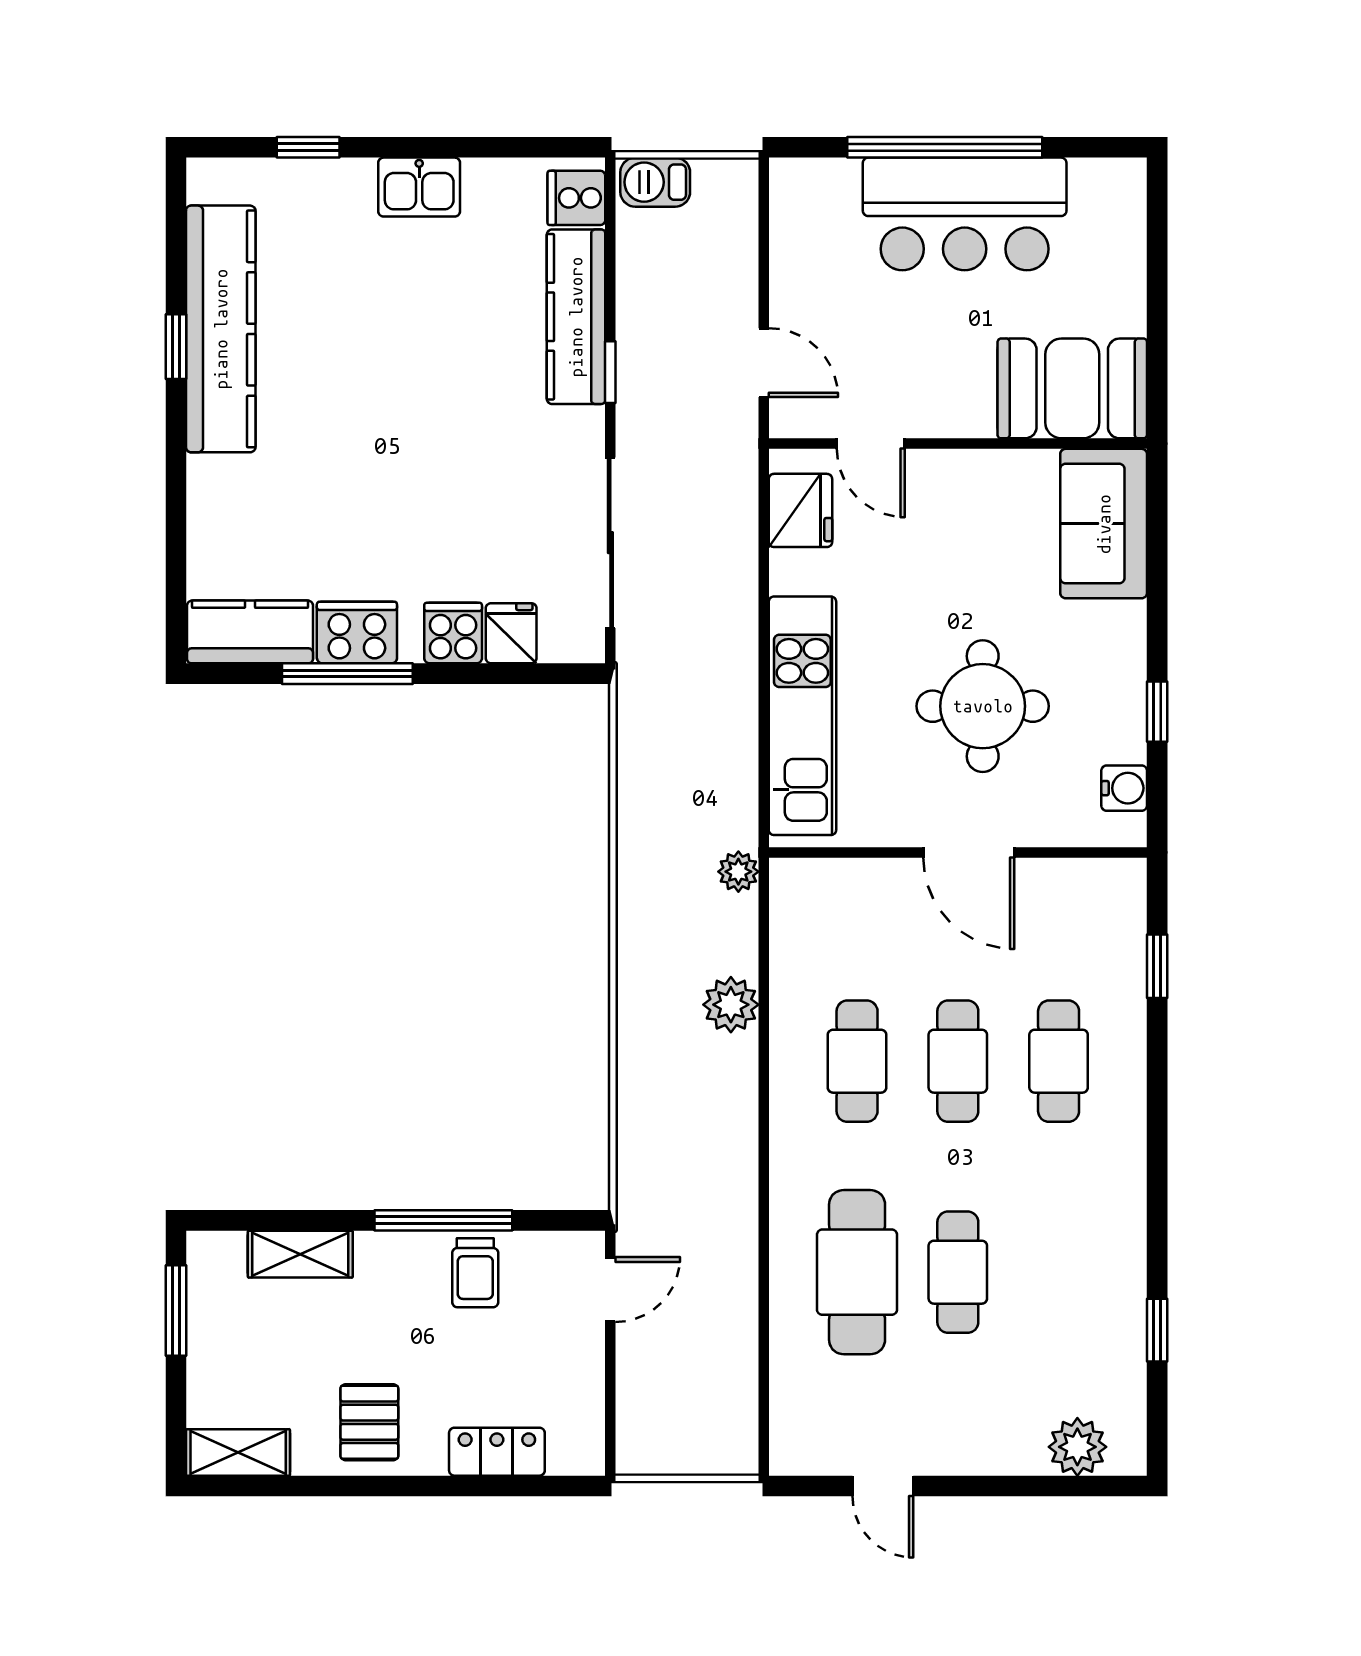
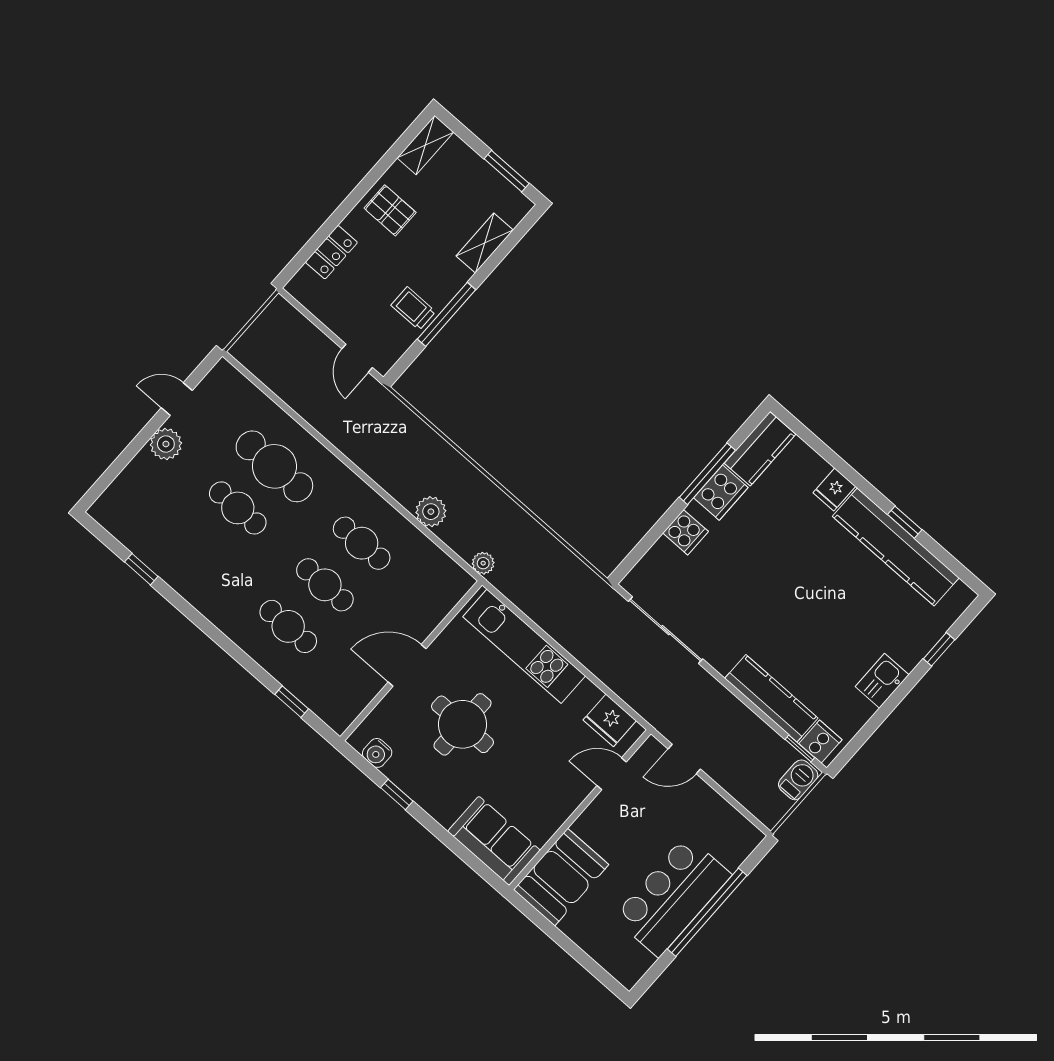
window: (610, 372) -> (800, 748), moved
fridge: (511, 633) -> (834, 490), moved, turned 90
plant: (1077, 1447) -> (166, 444), moved

